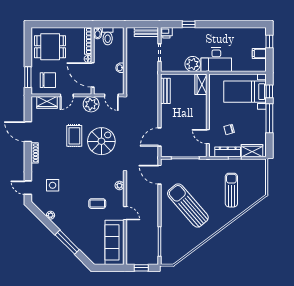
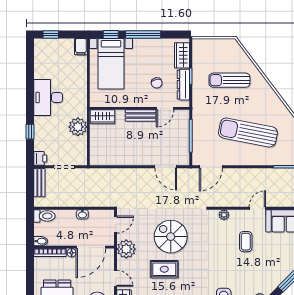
toilet: (108, 36) -> (44, 216), moved
filing cabinet: (259, 54) -> (81, 47), moved
desk: (216, 60) -> (48, 97), moved, turned 180
bench: (165, 91) -> (141, 116), moved
sun lounger: (188, 205) -> (248, 133), turned 52

